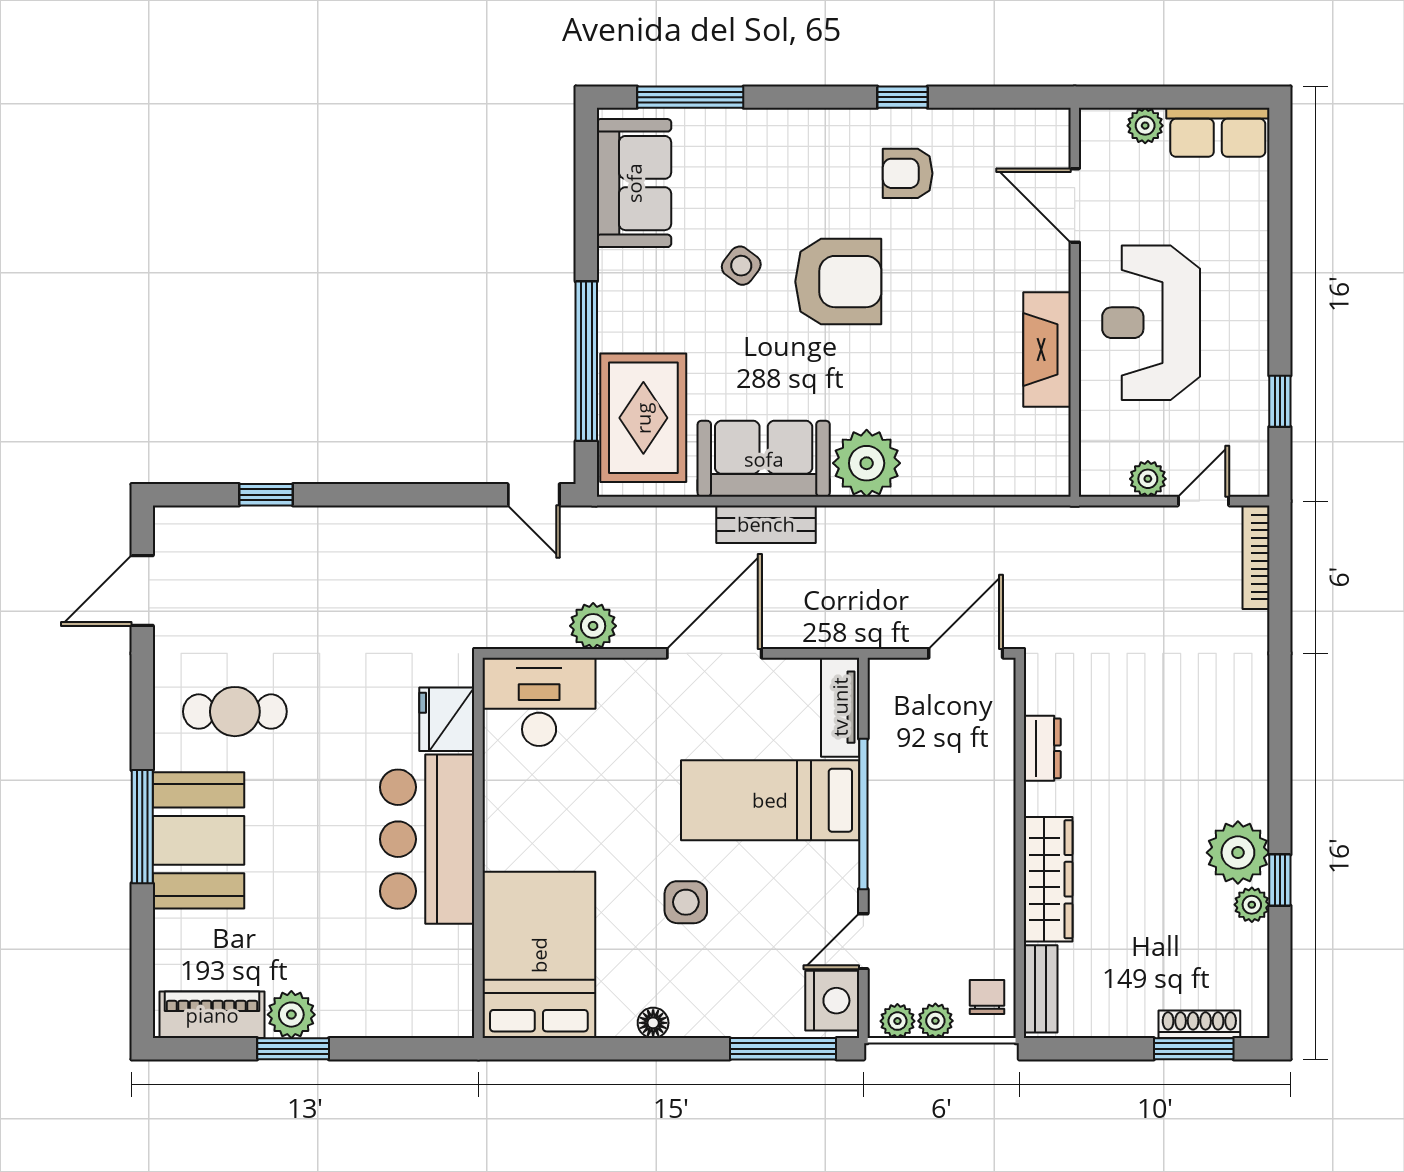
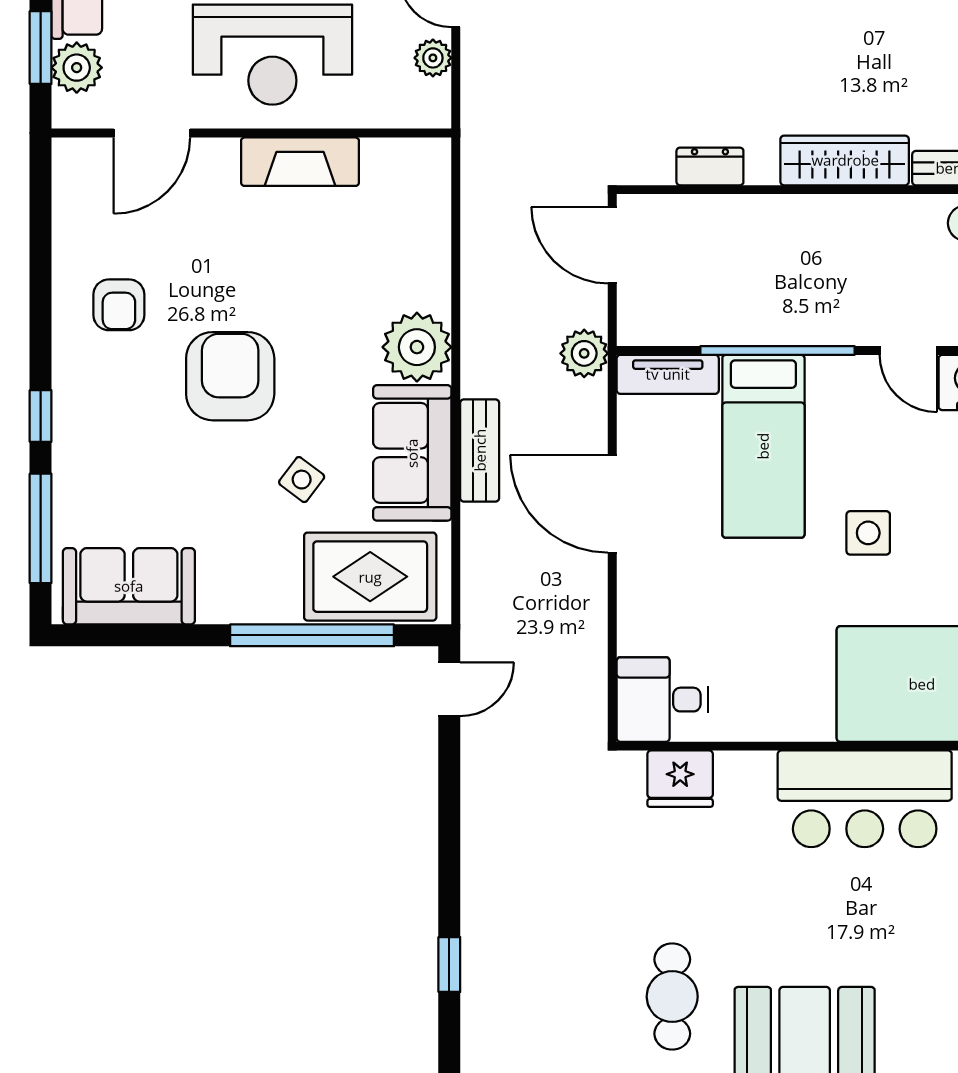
window: (902, 97) -> (41, 416), moved
window: (1158, 97) -> (41, 48), added
plant: (1145, 126) -> (77, 68), width x1.38, depth x1.38
side table: (741, 266) -> (302, 480), moved
plant: (593, 626) -> (584, 353), moved
desk: (539, 702) -> (662, 700), width x0.73
bar counter: (427, 839) -> (865, 799), moved

